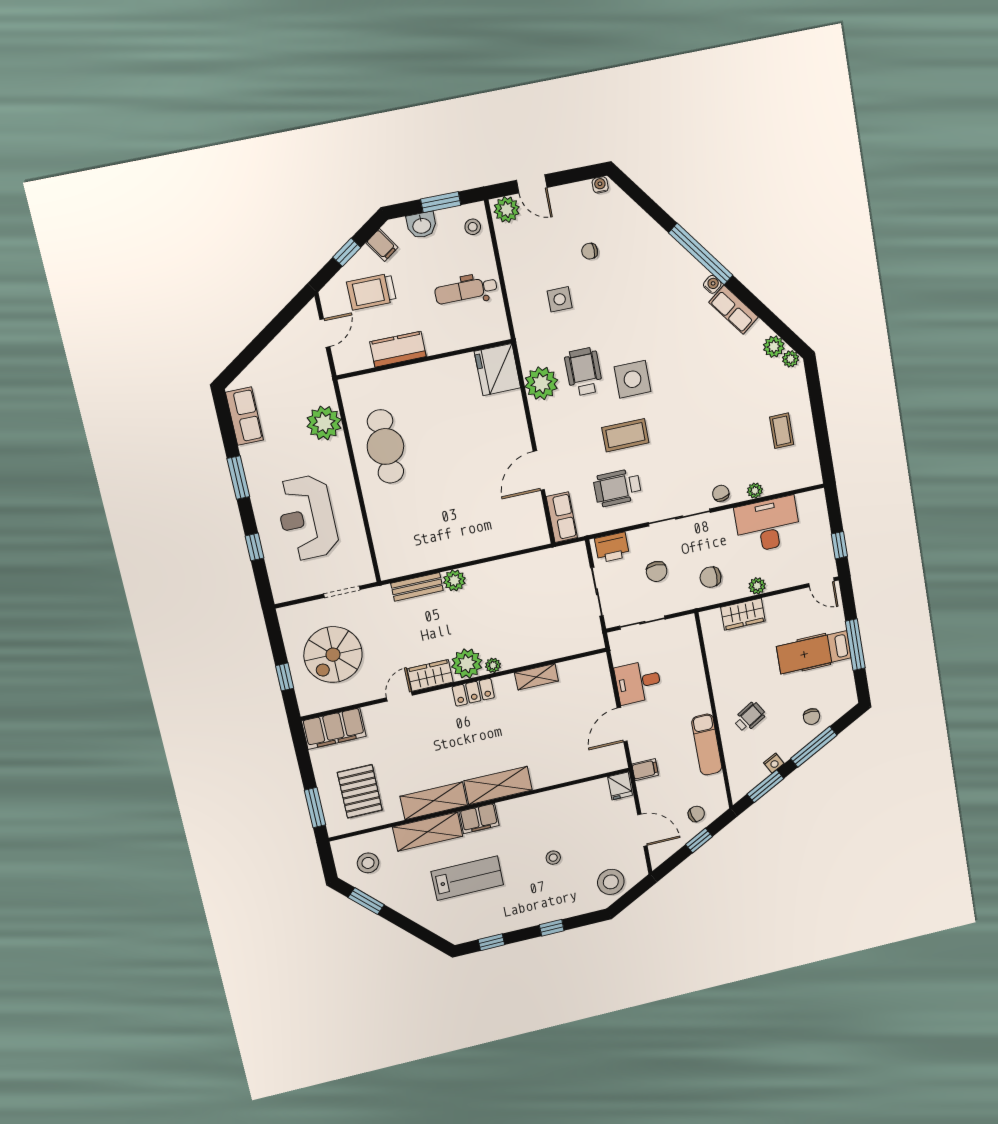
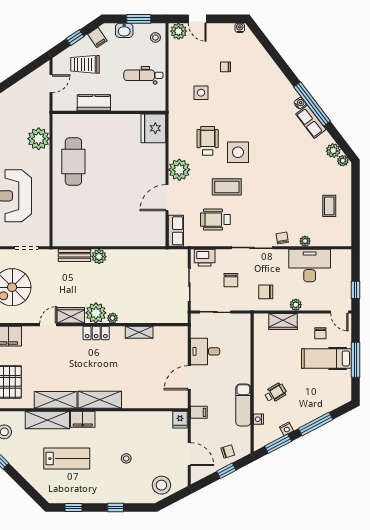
window: (701, 254) -> (312, 104), moved
plant: (541, 383) -> (179, 170), moved
chair: (812, 717) -> (320, 333), moved
nightstand: (732, 759) -> (259, 419), added

